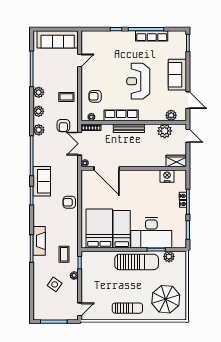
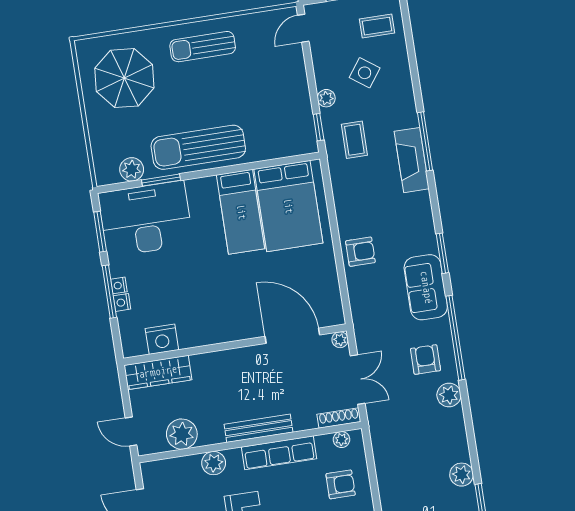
coffee table: (66, 97) -> (377, 26), moved
plant: (39, 111) -> (455, 434), removed
plant: (171, 115) -> (214, 463), moved
armchair: (63, 126) -> (425, 360), moved
wardrobe: (176, 161) -> (158, 372), width x1.50
desk: (151, 233) -> (146, 219), moved

